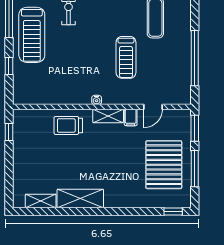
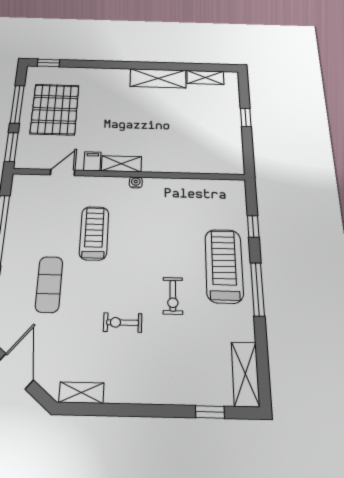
trolley: (68, 125) -> (173, 154), removed
window: (9, 132) -> (246, 117), moved

